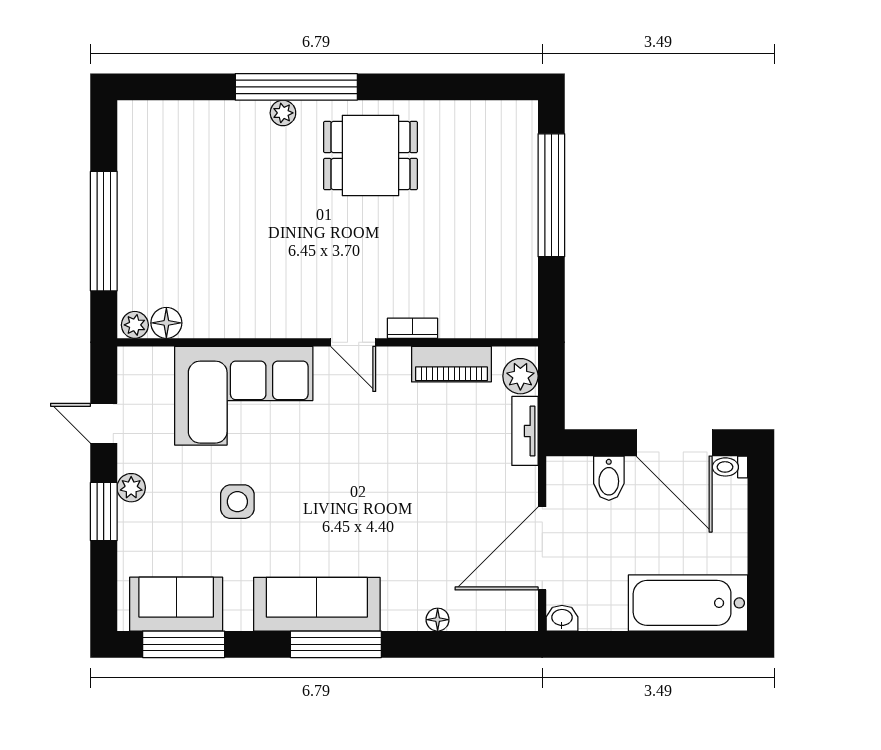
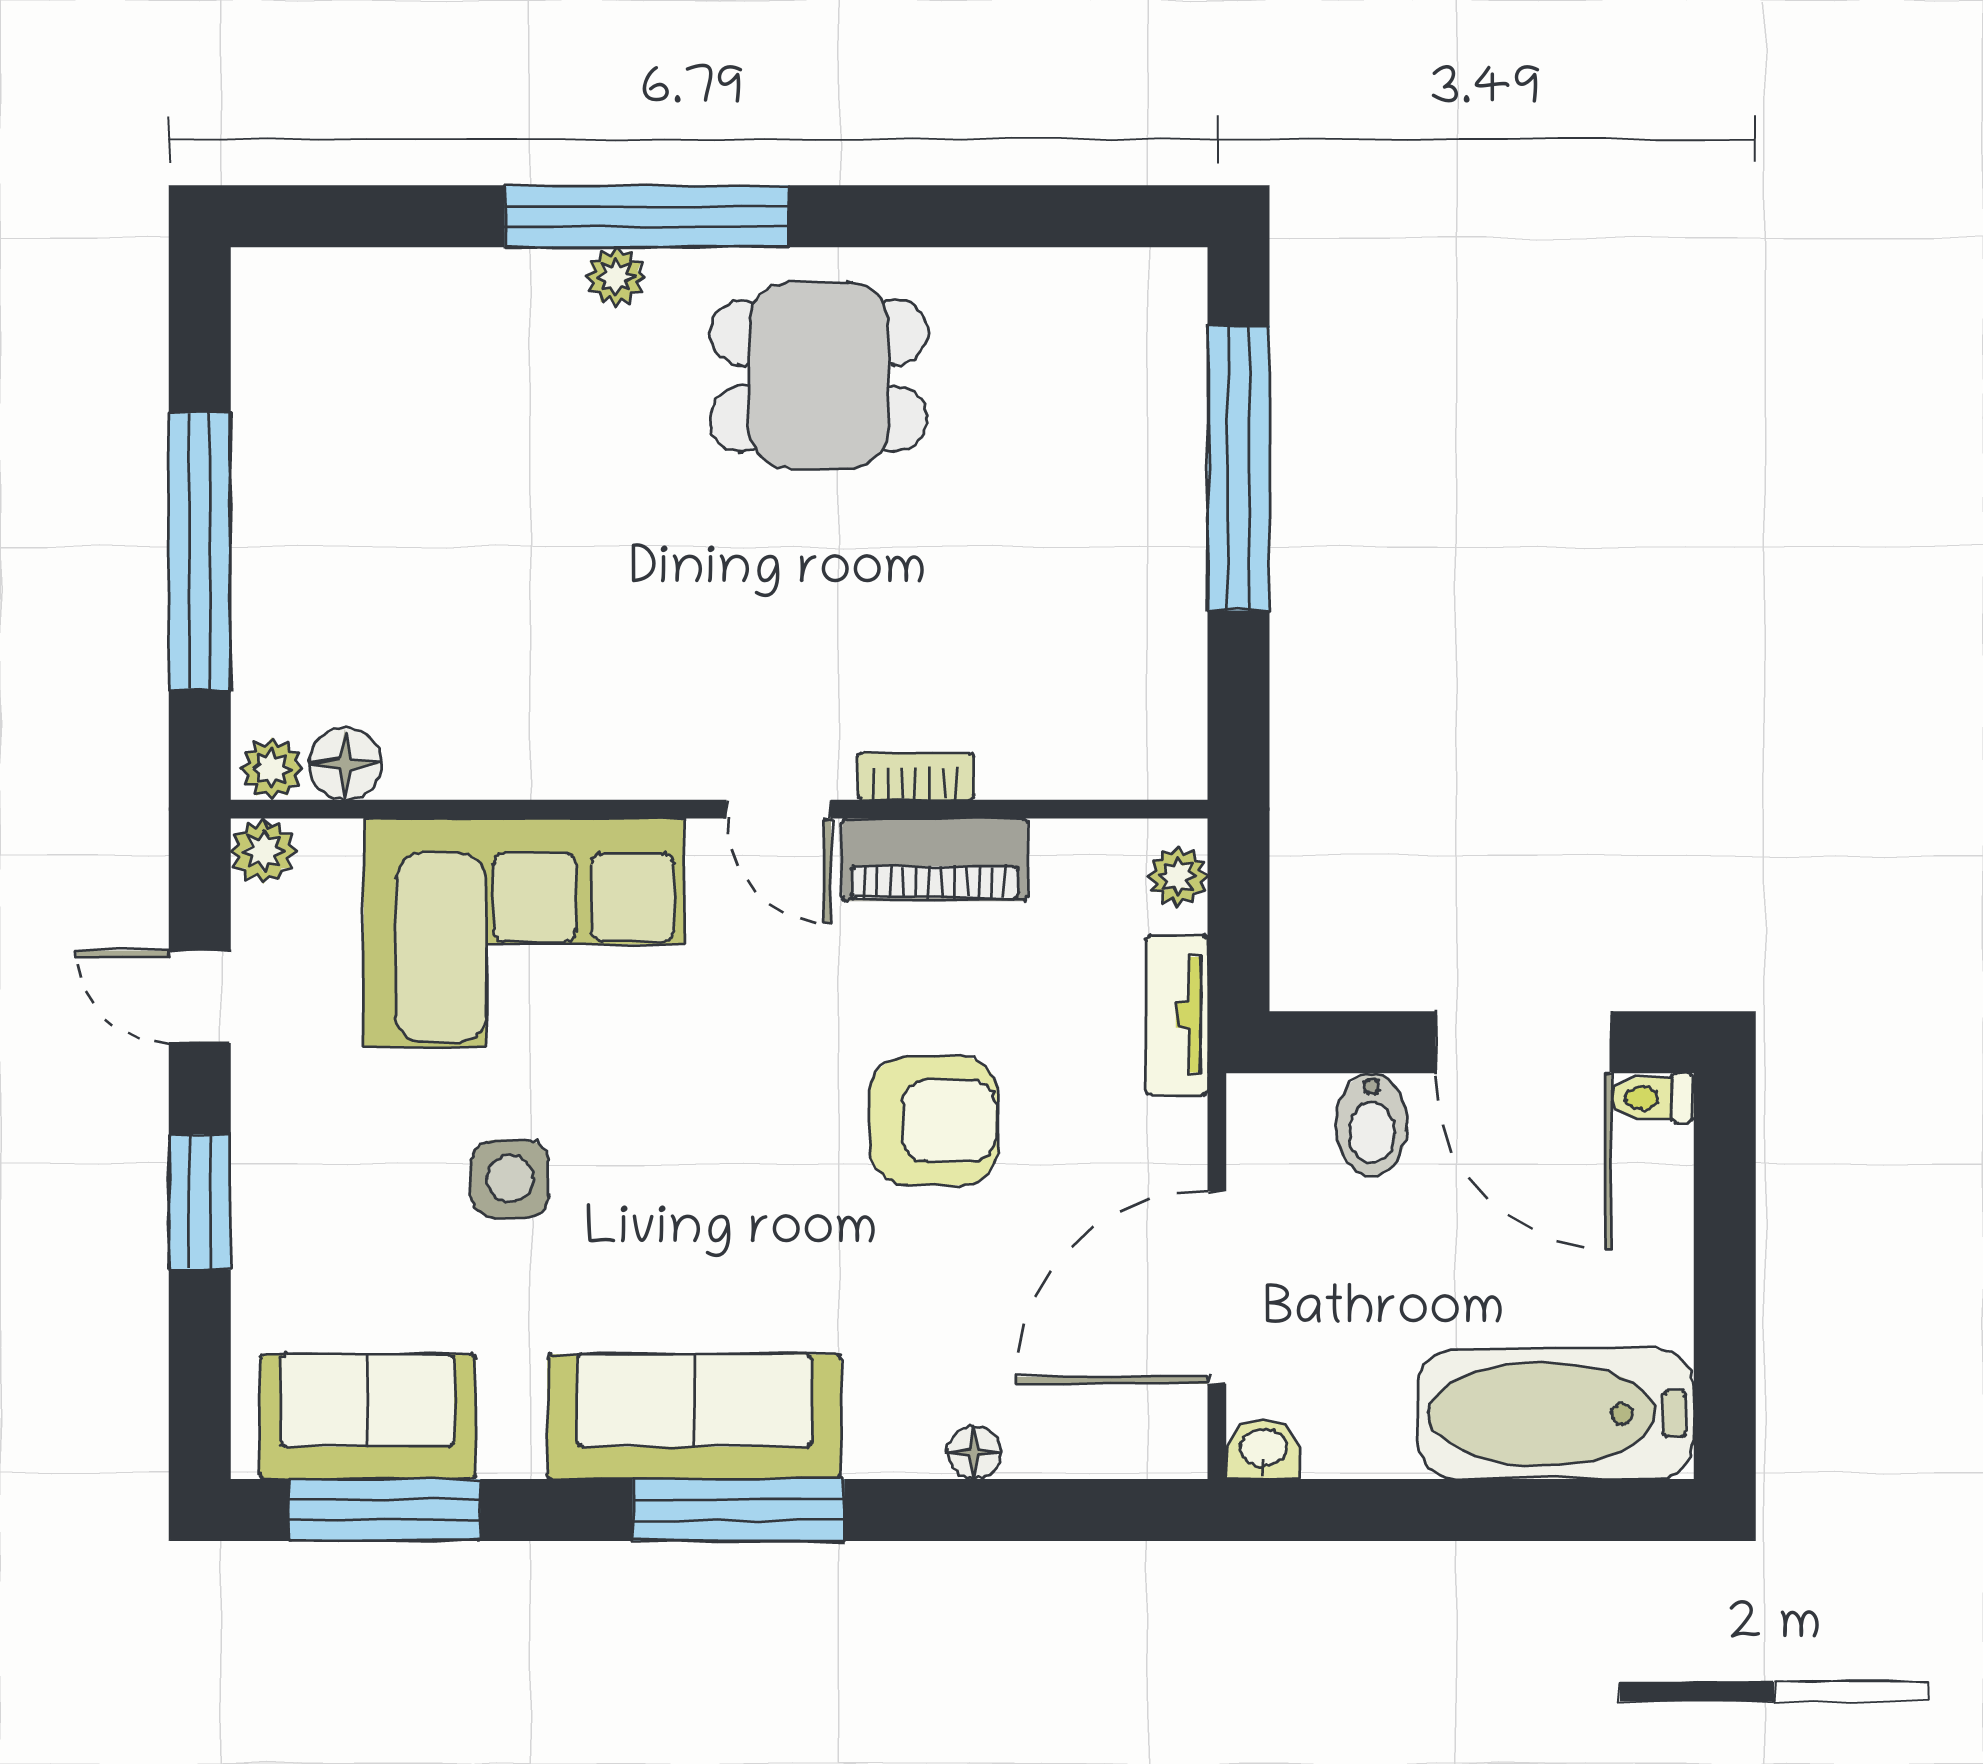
piano: (451, 364) -> (935, 860), moved
plant: (520, 376) -> (1178, 876), width x0.73, depth x0.73
armchair: (420, 477) -> (934, 1121), added
plant: (131, 488) -> (263, 851), moved

